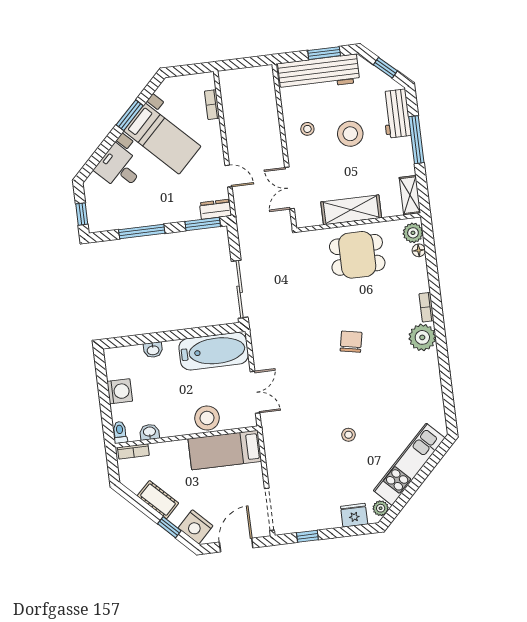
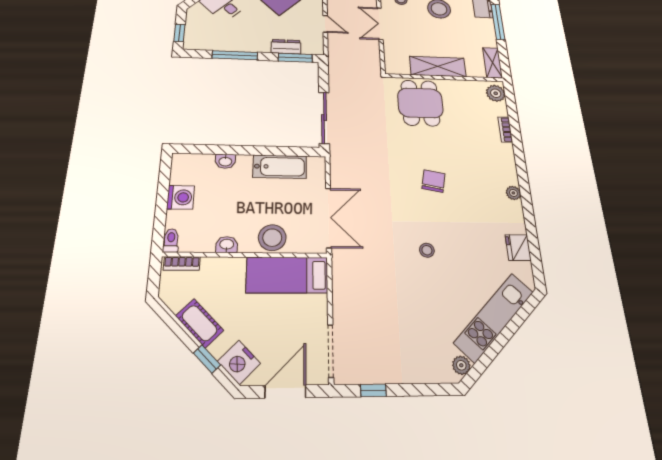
double door: (289, 188) -> (380, 24), moved
dresser: (216, 209) -> (286, 47), moved
floor lamp: (419, 250) -> (501, 109), removed
dining table: (357, 255) -> (420, 103), moved, turned 90
bookcase: (426, 307) -> (505, 130), moved
plant: (422, 337) -> (513, 193), width x0.53, depth x0.53
bathtub: (214, 351) -> (280, 167), width x0.73, depth x0.73
double door: (255, 392) -> (329, 218), width x1.37
washbasin: (149, 432) -> (227, 245), moved
stool: (348, 435) -> (427, 250), moved
fridge: (354, 515) -> (518, 248), moved, turned -90

